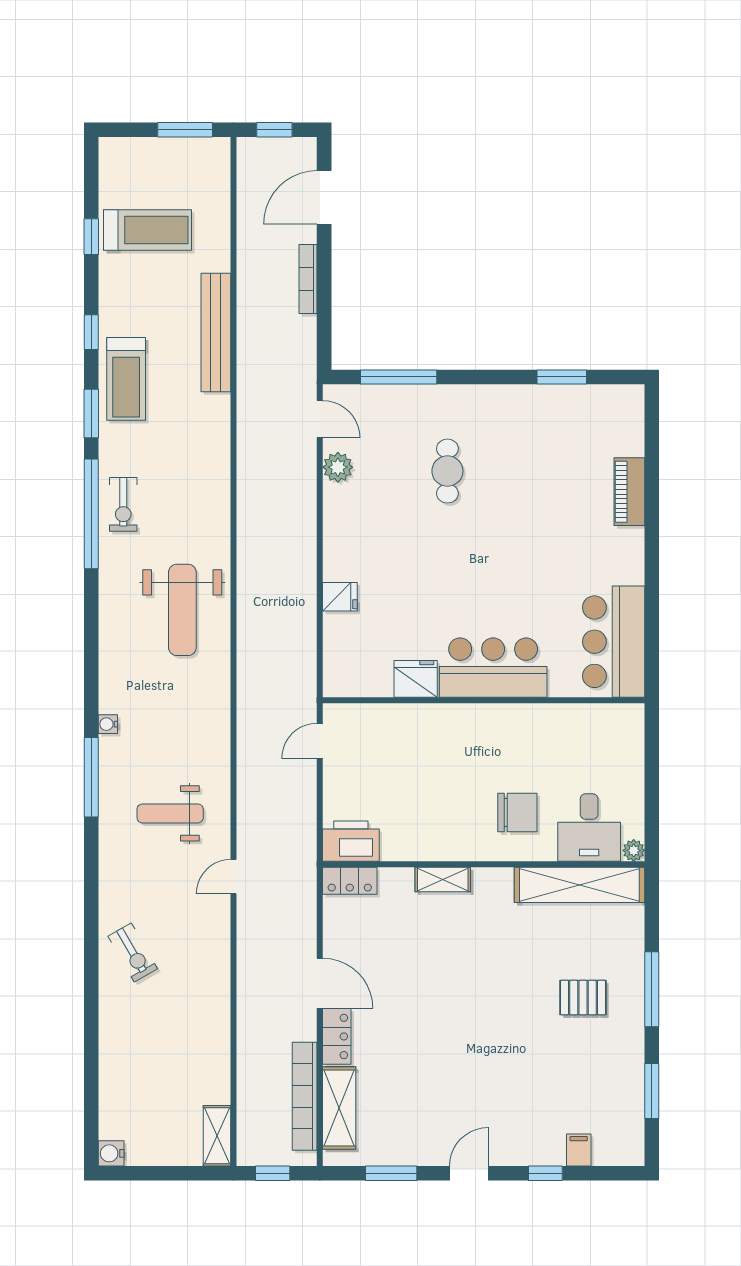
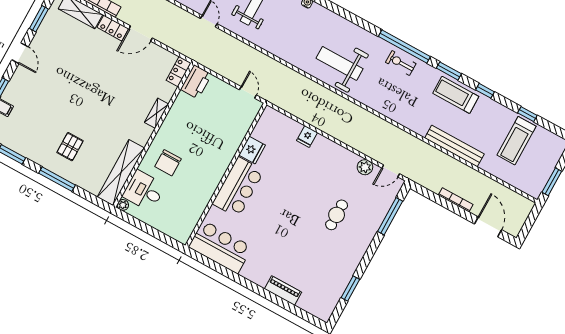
window: (274, 130) -> (530, 221), removed
cafe table: (447, 471) -> (337, 215), turned 90

